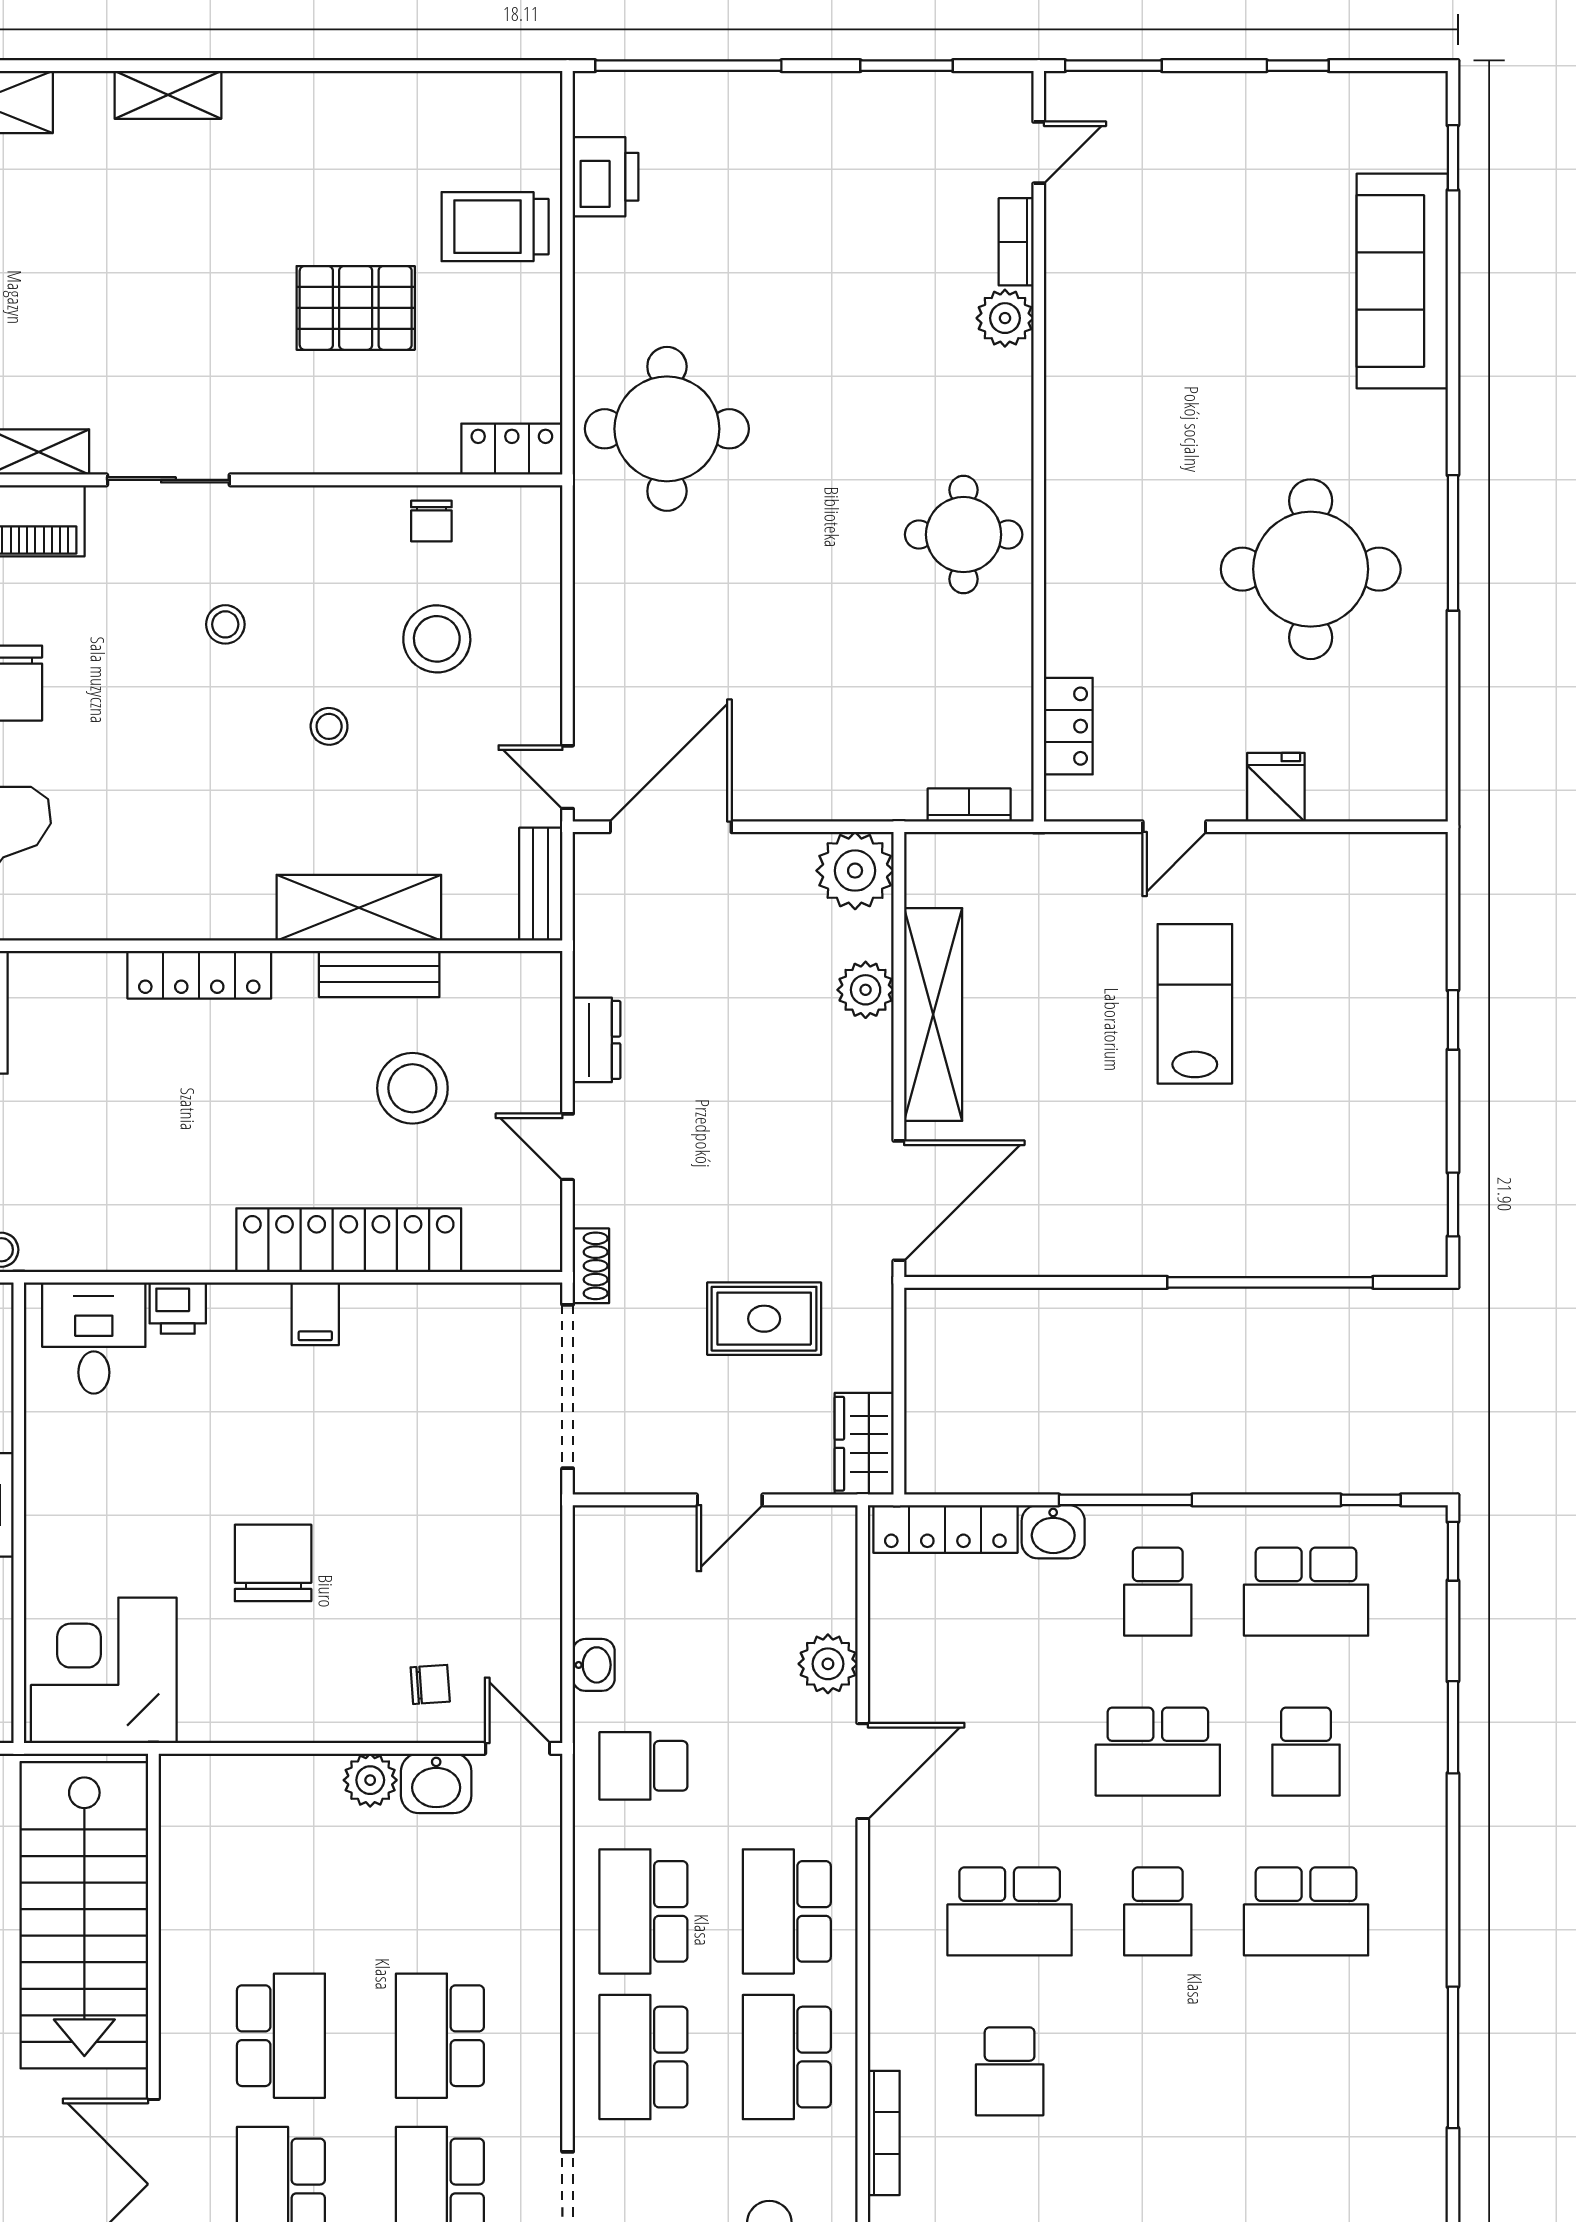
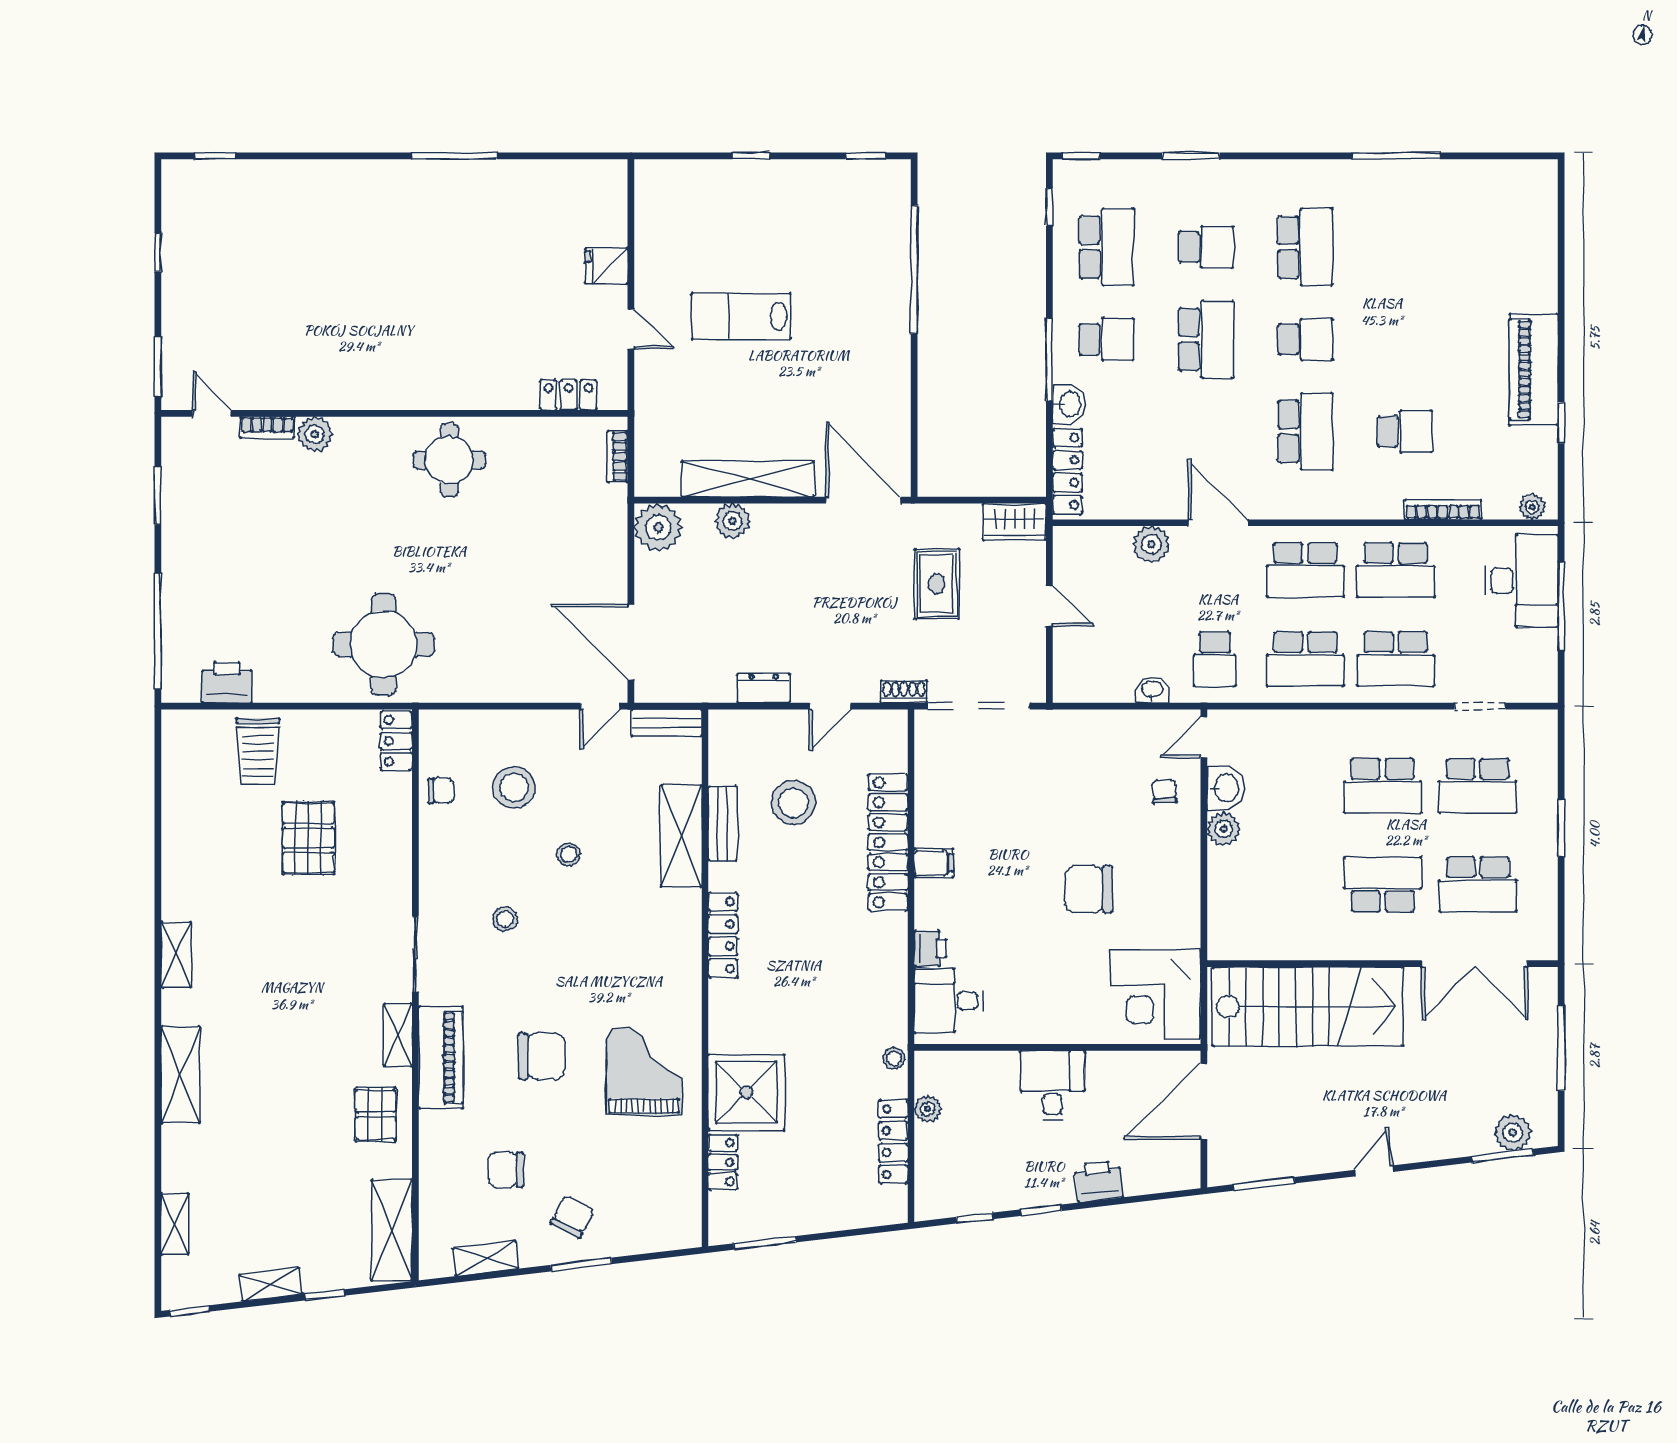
sofa: (1402, 281) -> (292, 187), removed
round table: (1311, 569) -> (471, 244), removed

